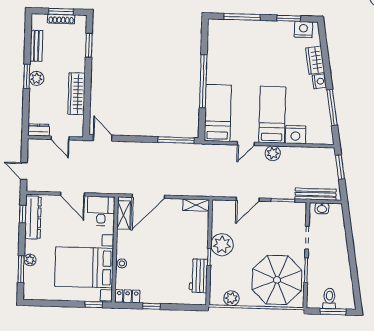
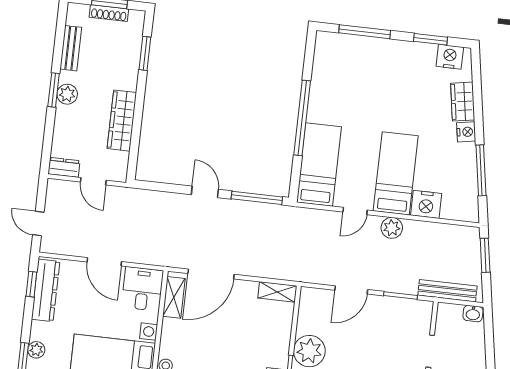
door: (103, 138) -> (205, 192), moved
washbasin: (322, 208) -> (473, 314), moved

